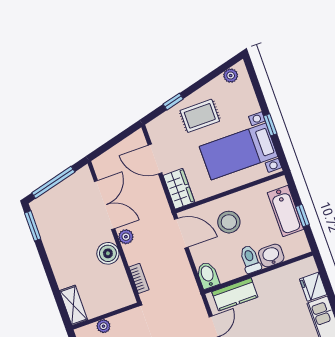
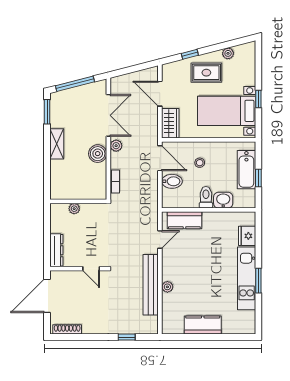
plant: (231, 76) -> (228, 53), moved
stool: (229, 222) -> (200, 163), width x0.53, depth x0.53
bidet: (208, 275) -> (172, 181), moved, turned 90
shelving: (74, 305) -> (57, 144), moved

